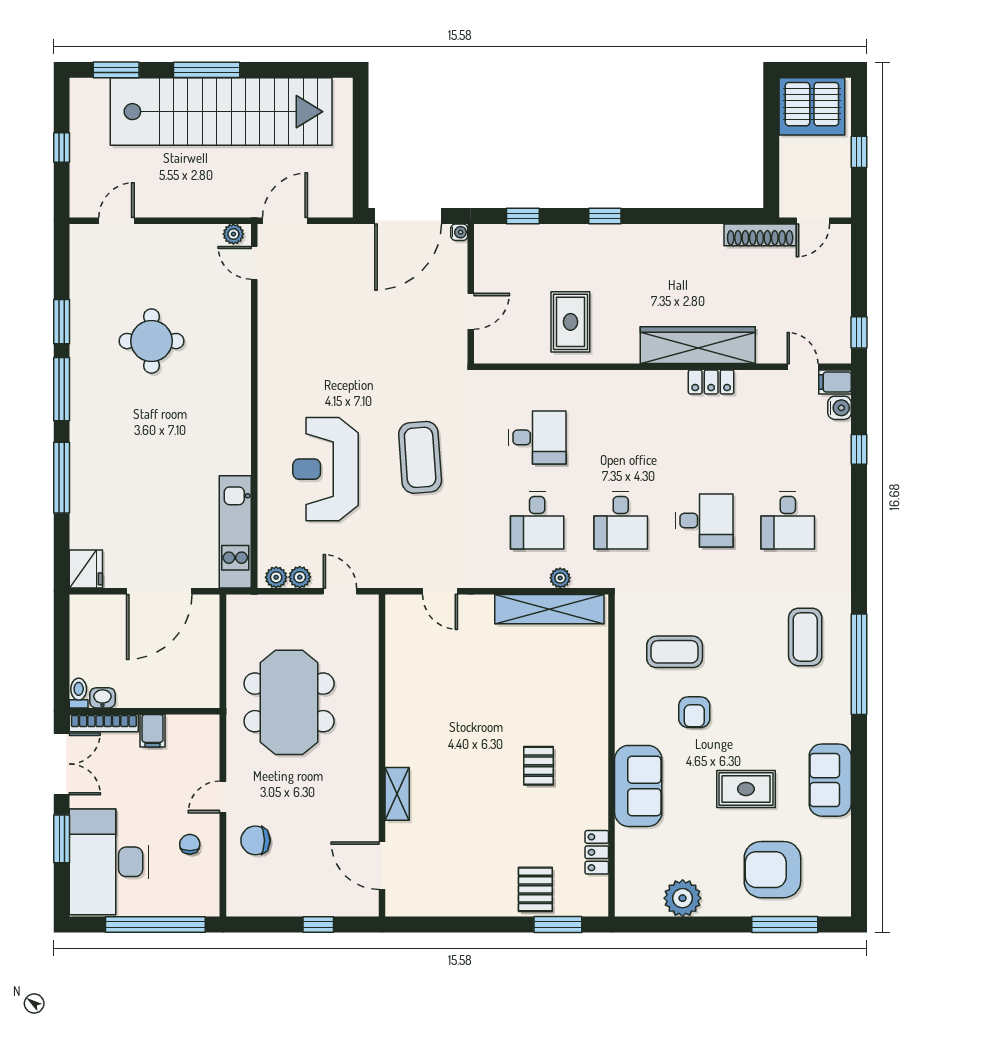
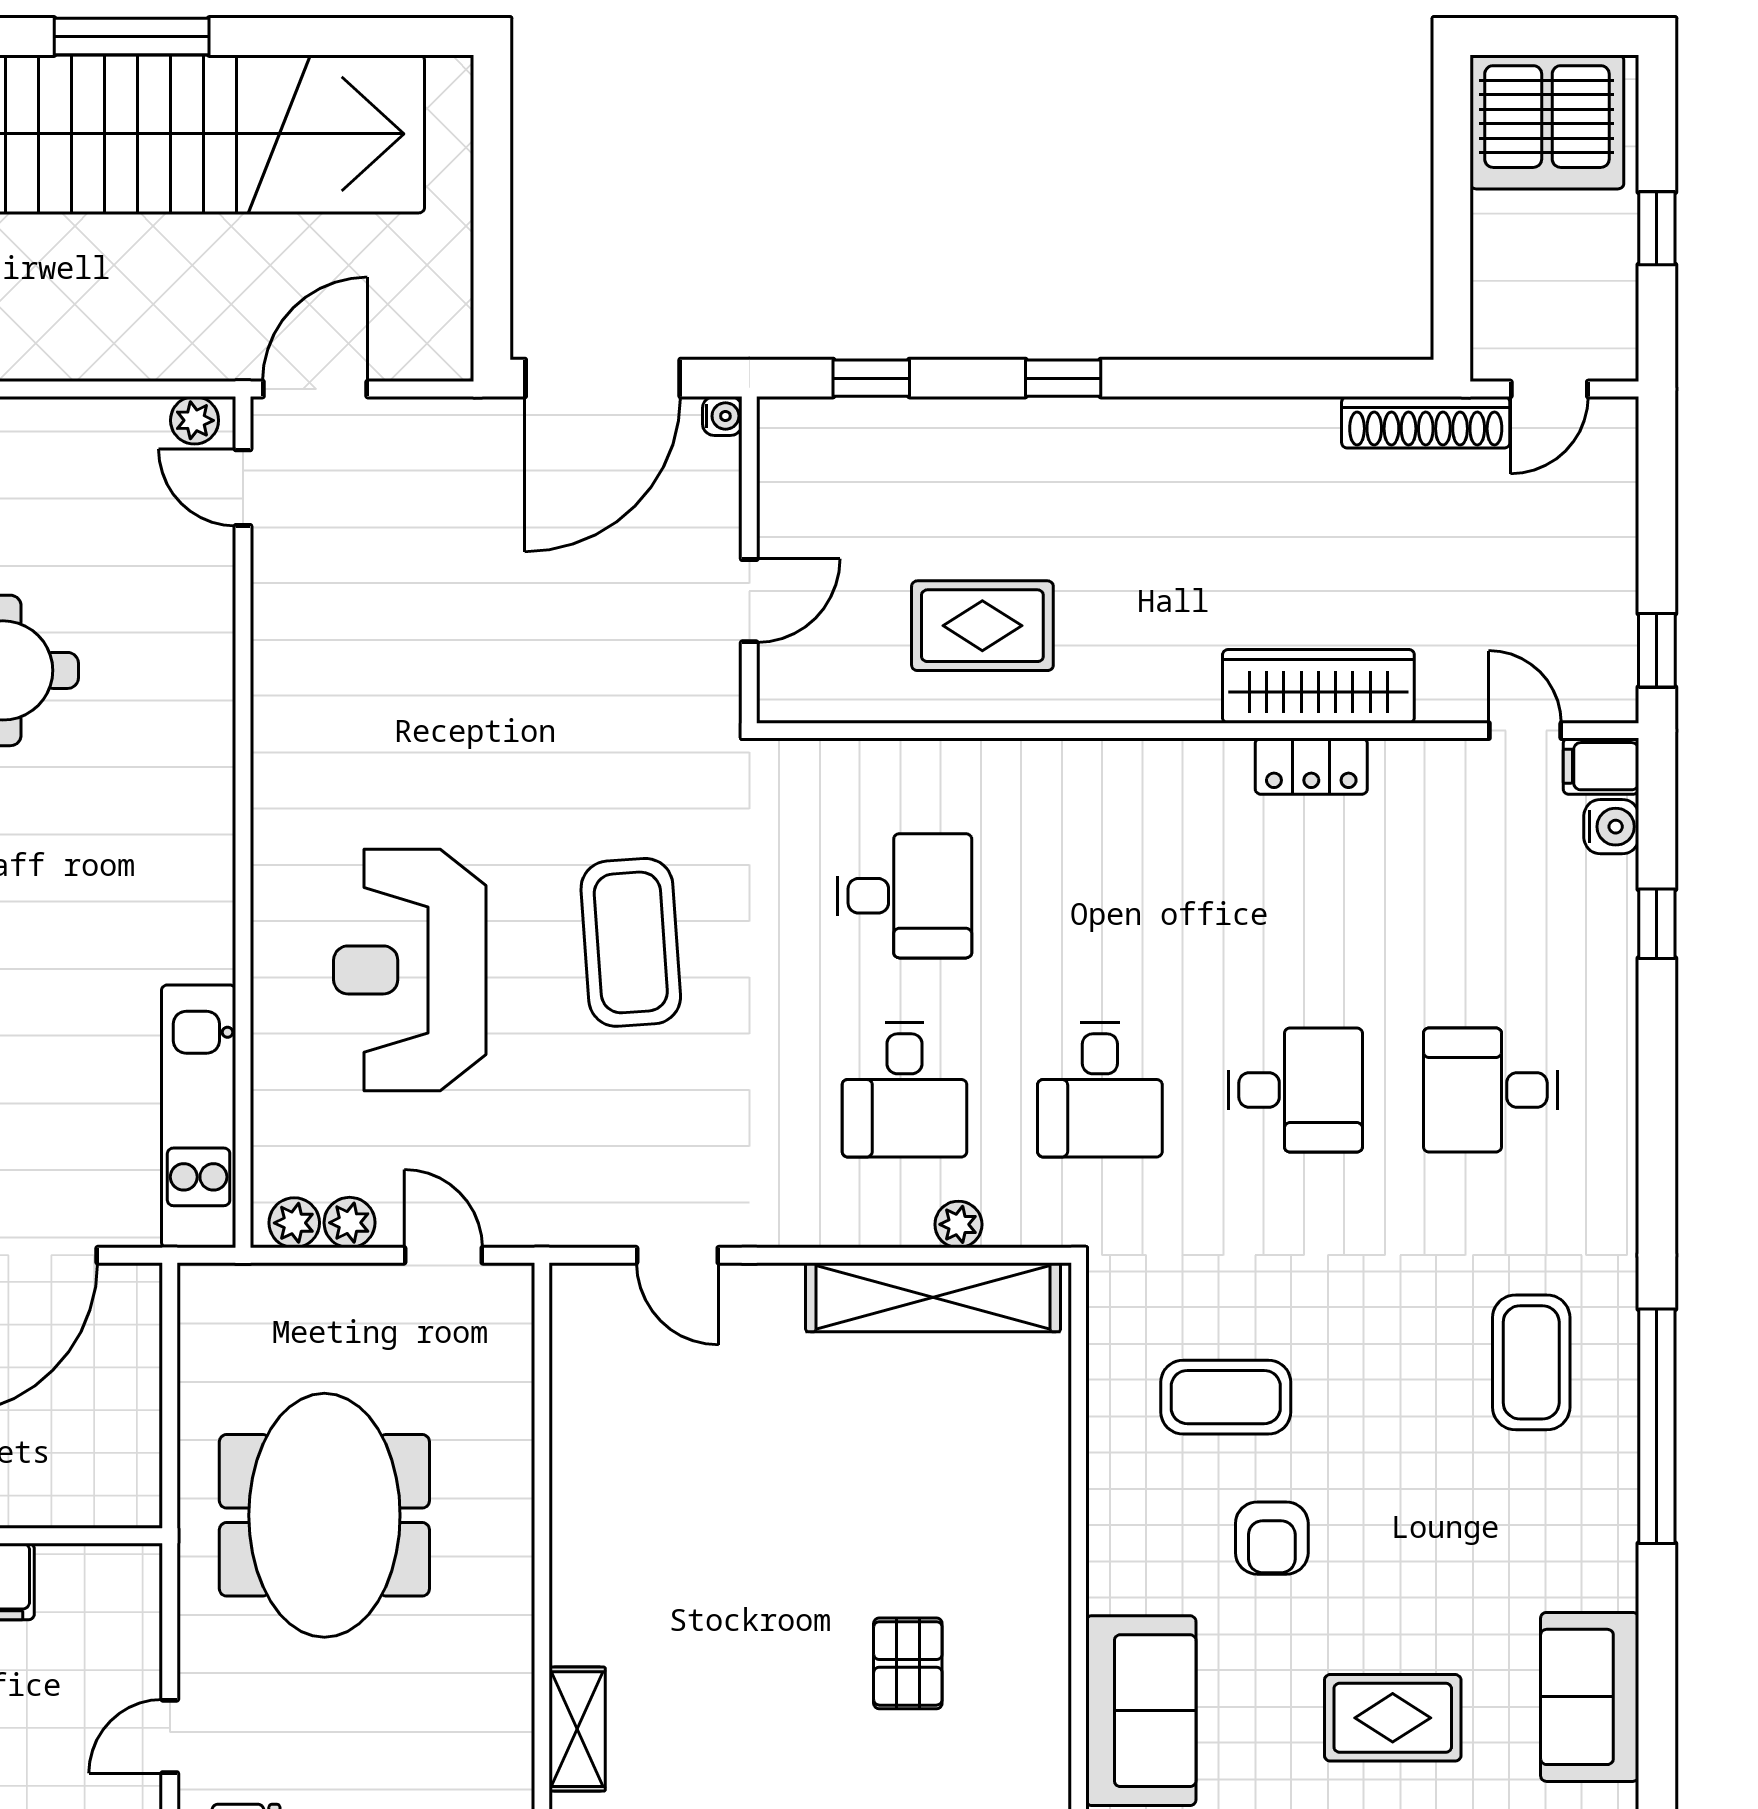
rug: (570, 322) -> (982, 626), turned 90
wardrobe: (698, 345) -> (1318, 686), width x0.71, depth x0.85
desk: (788, 520) -> (1491, 1090), turned 90

